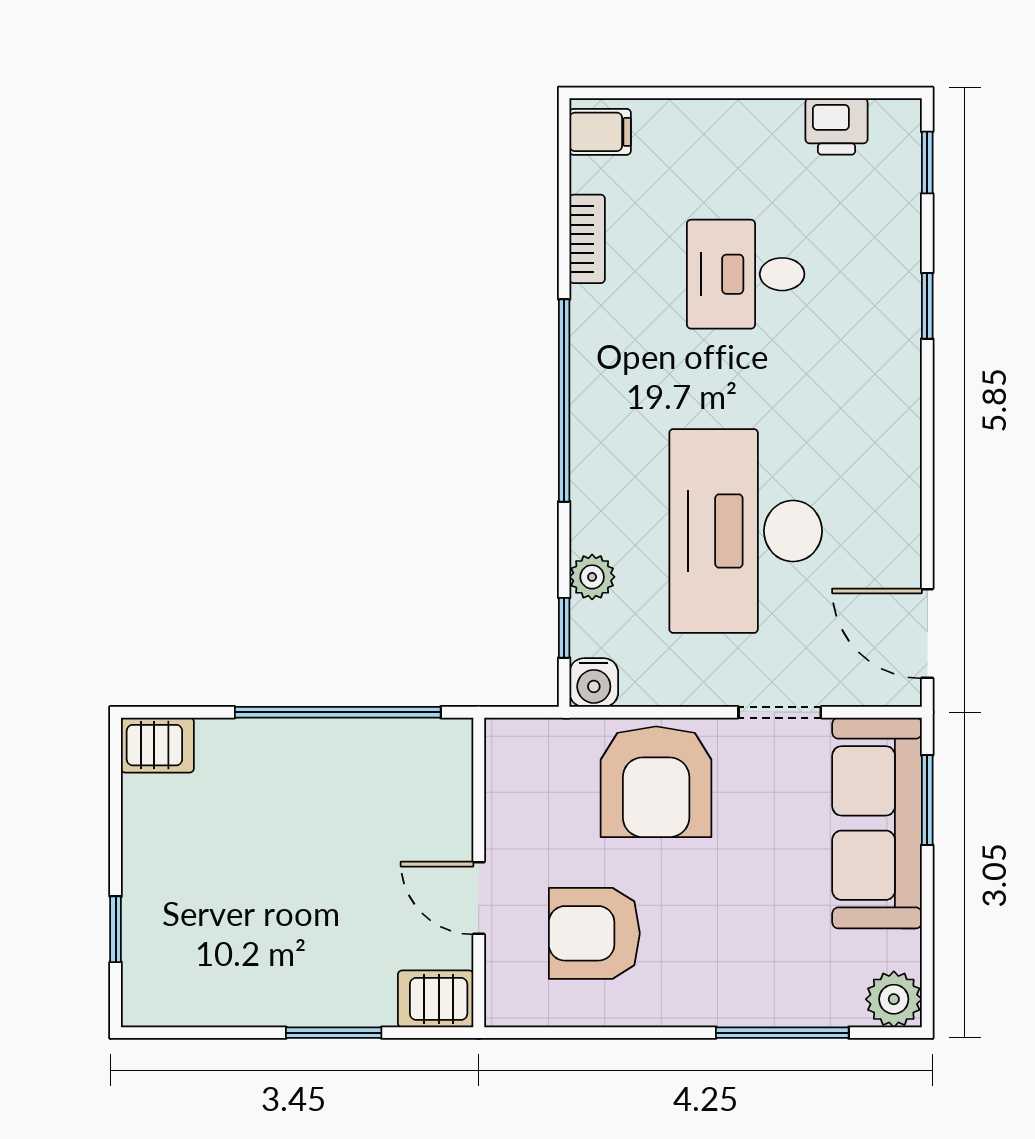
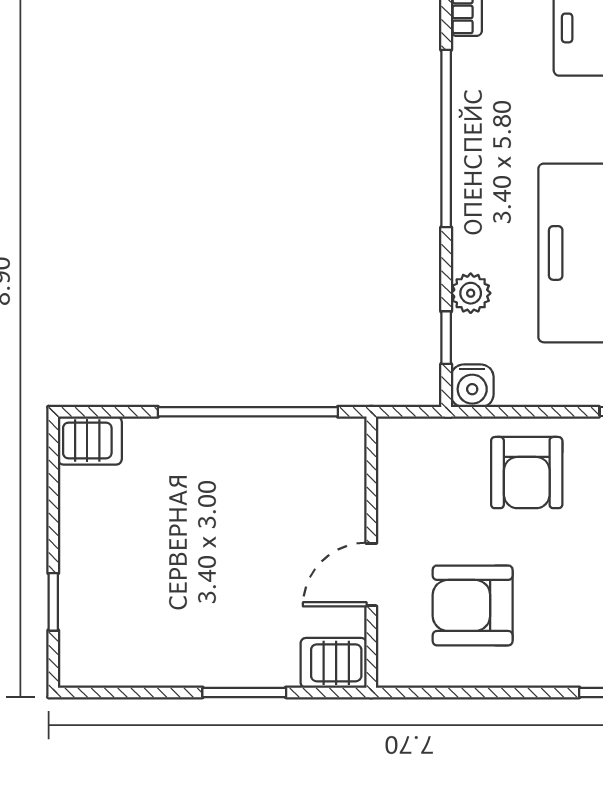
armchair: (656, 782) -> (527, 473), width x0.73, depth x0.73
door: (479, 898) -> (371, 575), hinge flipped

